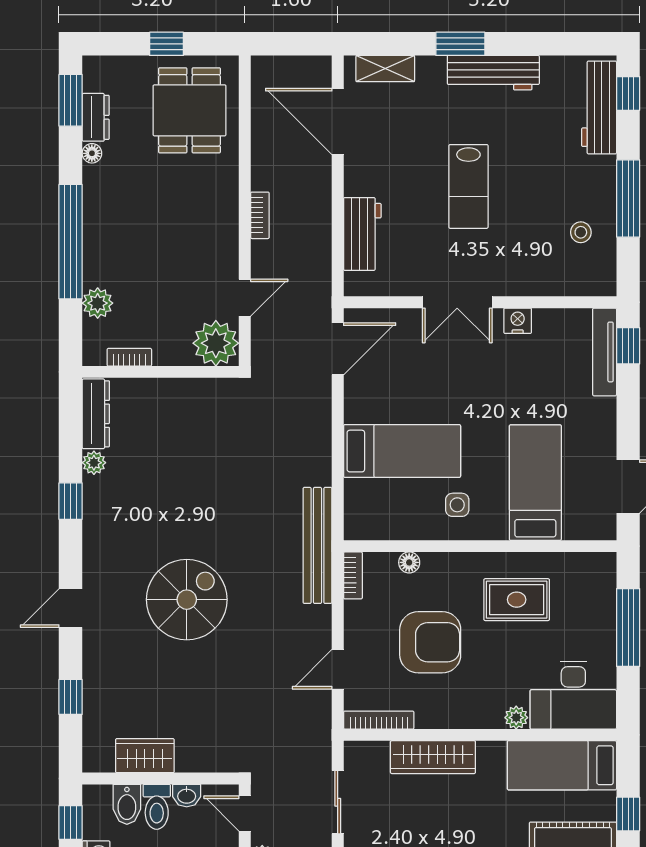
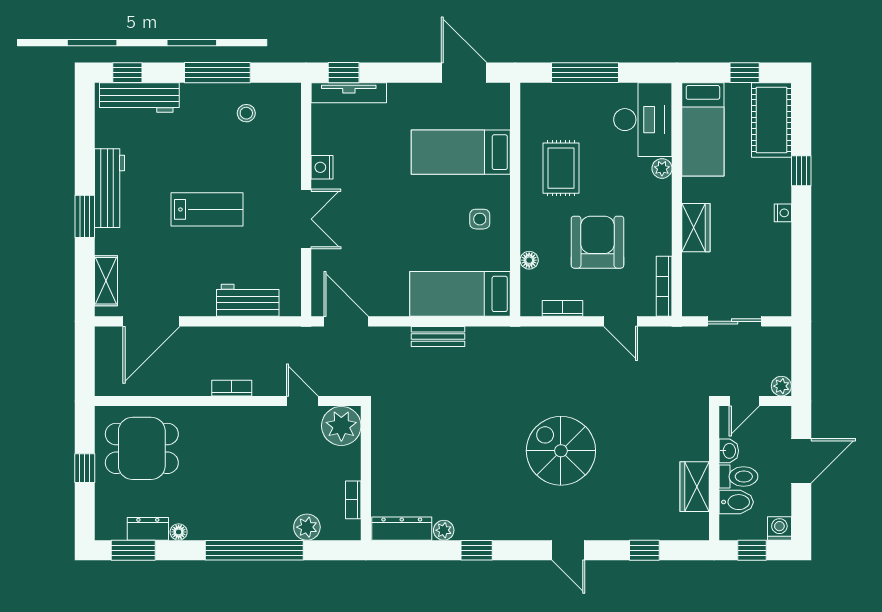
bed: (402, 451) -> (460, 294), moved, turned -90
bench: (317, 545) -> (438, 337), moved, width x0.54, depth x0.82
bookcase: (353, 575) -> (562, 308), moved
wardrobe: (433, 757) -> (696, 228), width x0.67

